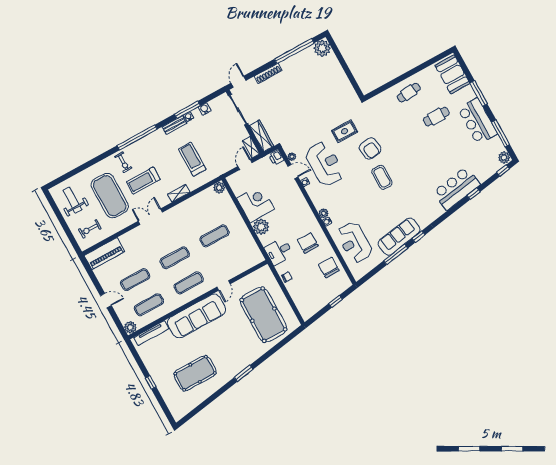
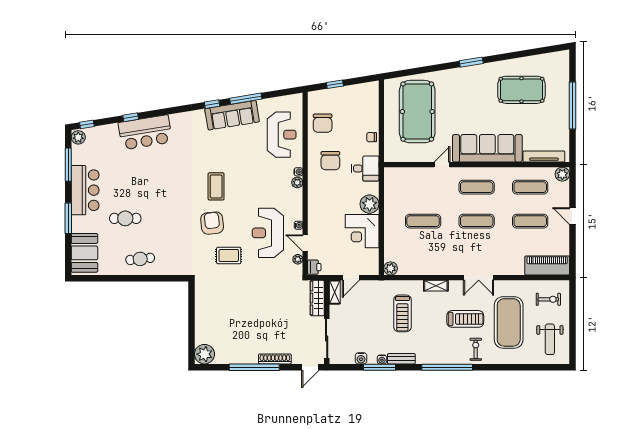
window: (294, 51) -> (254, 367), moved
window: (151, 382) -> (573, 106), width x3.17

